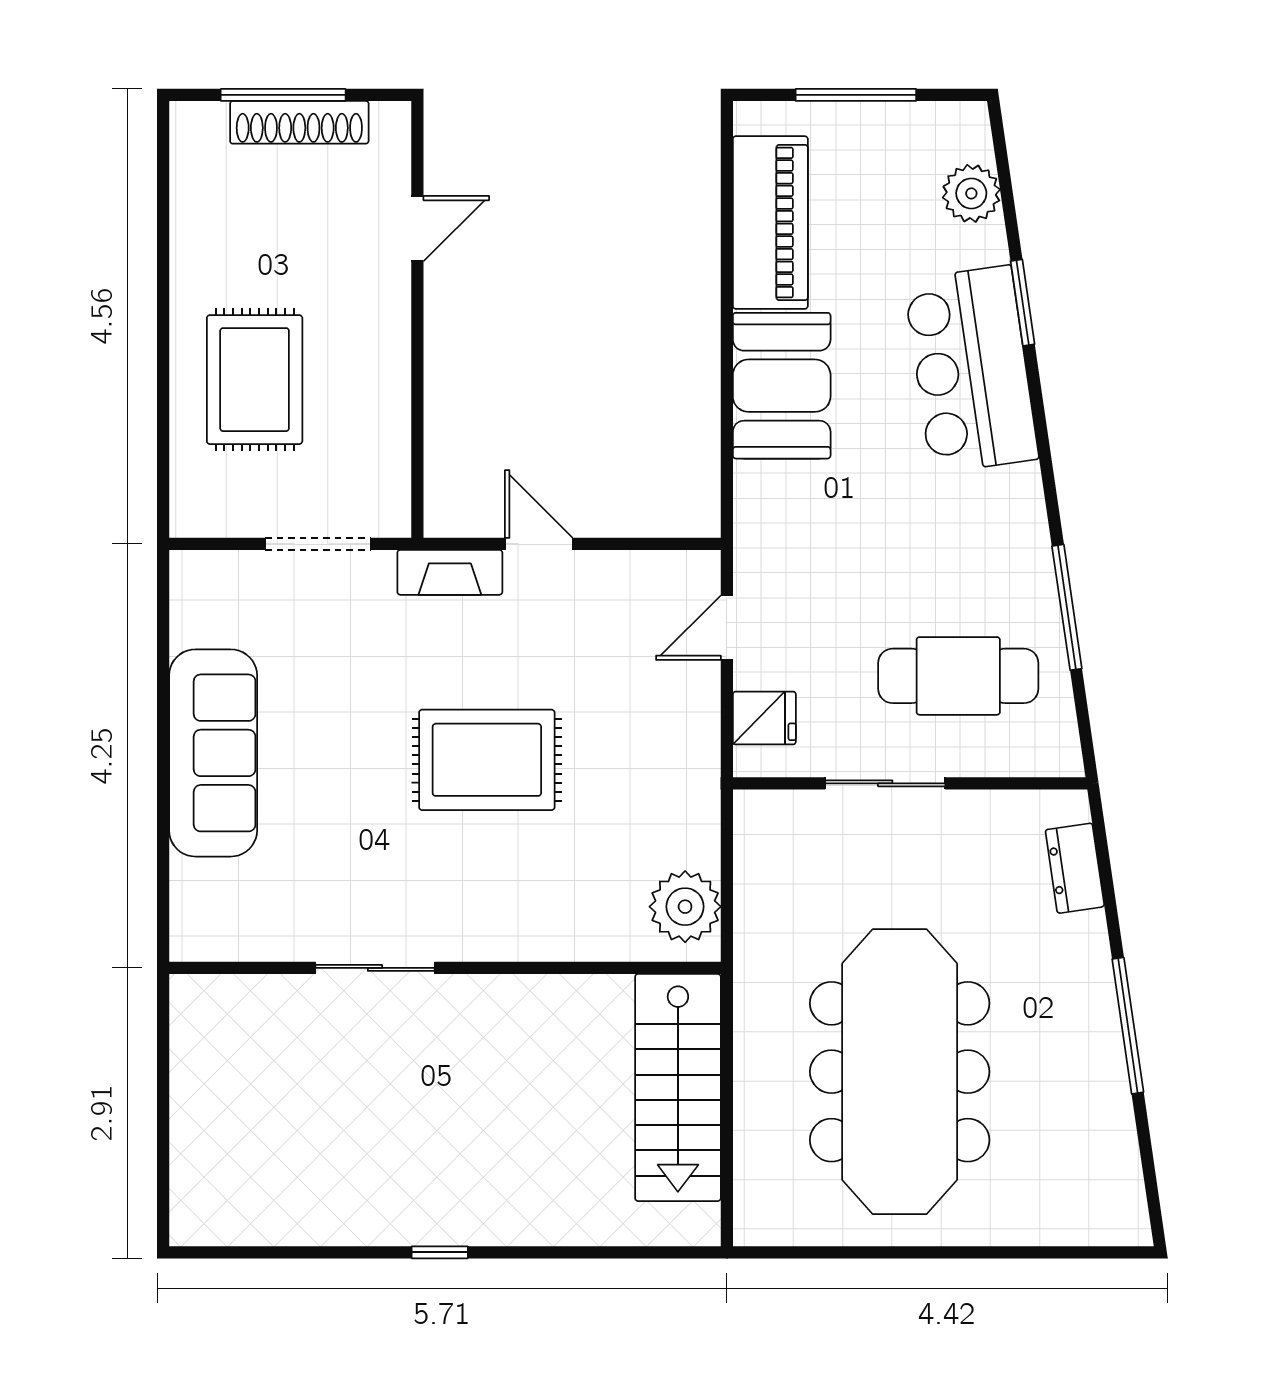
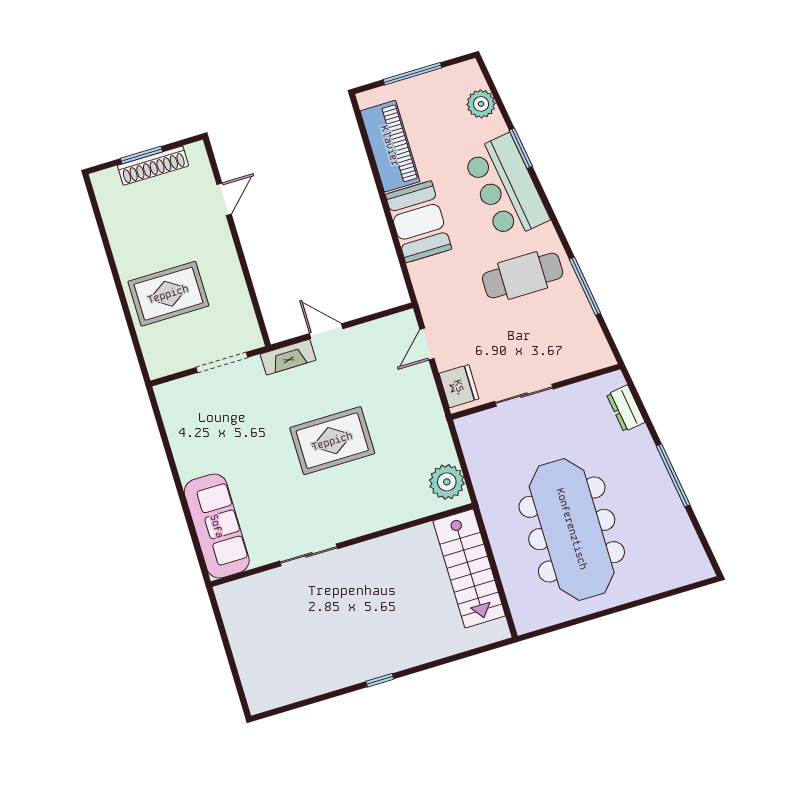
window: (283, 95) -> (141, 155), width x0.69
rug: (255, 380) -> (168, 294), turned 90
cafe table: (958, 676) -> (523, 276), moved
fridge: (764, 718) -> (459, 386), width x1.38
sofa: (213, 753) -> (217, 526), moved

